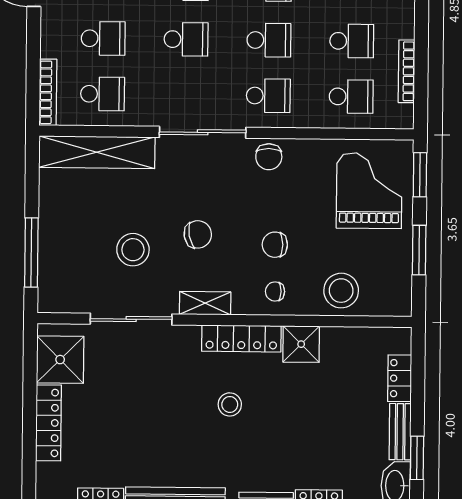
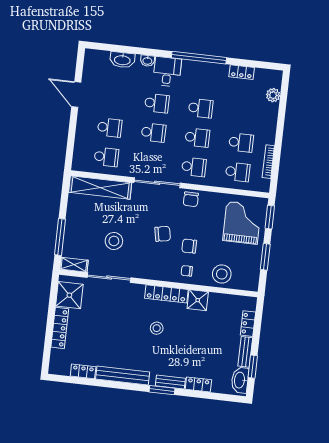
bookcase: (48, 92) -> (78, 153), removed
chair: (198, 234) -> (163, 234), moved
shelving: (205, 303) -> (74, 265), moved

